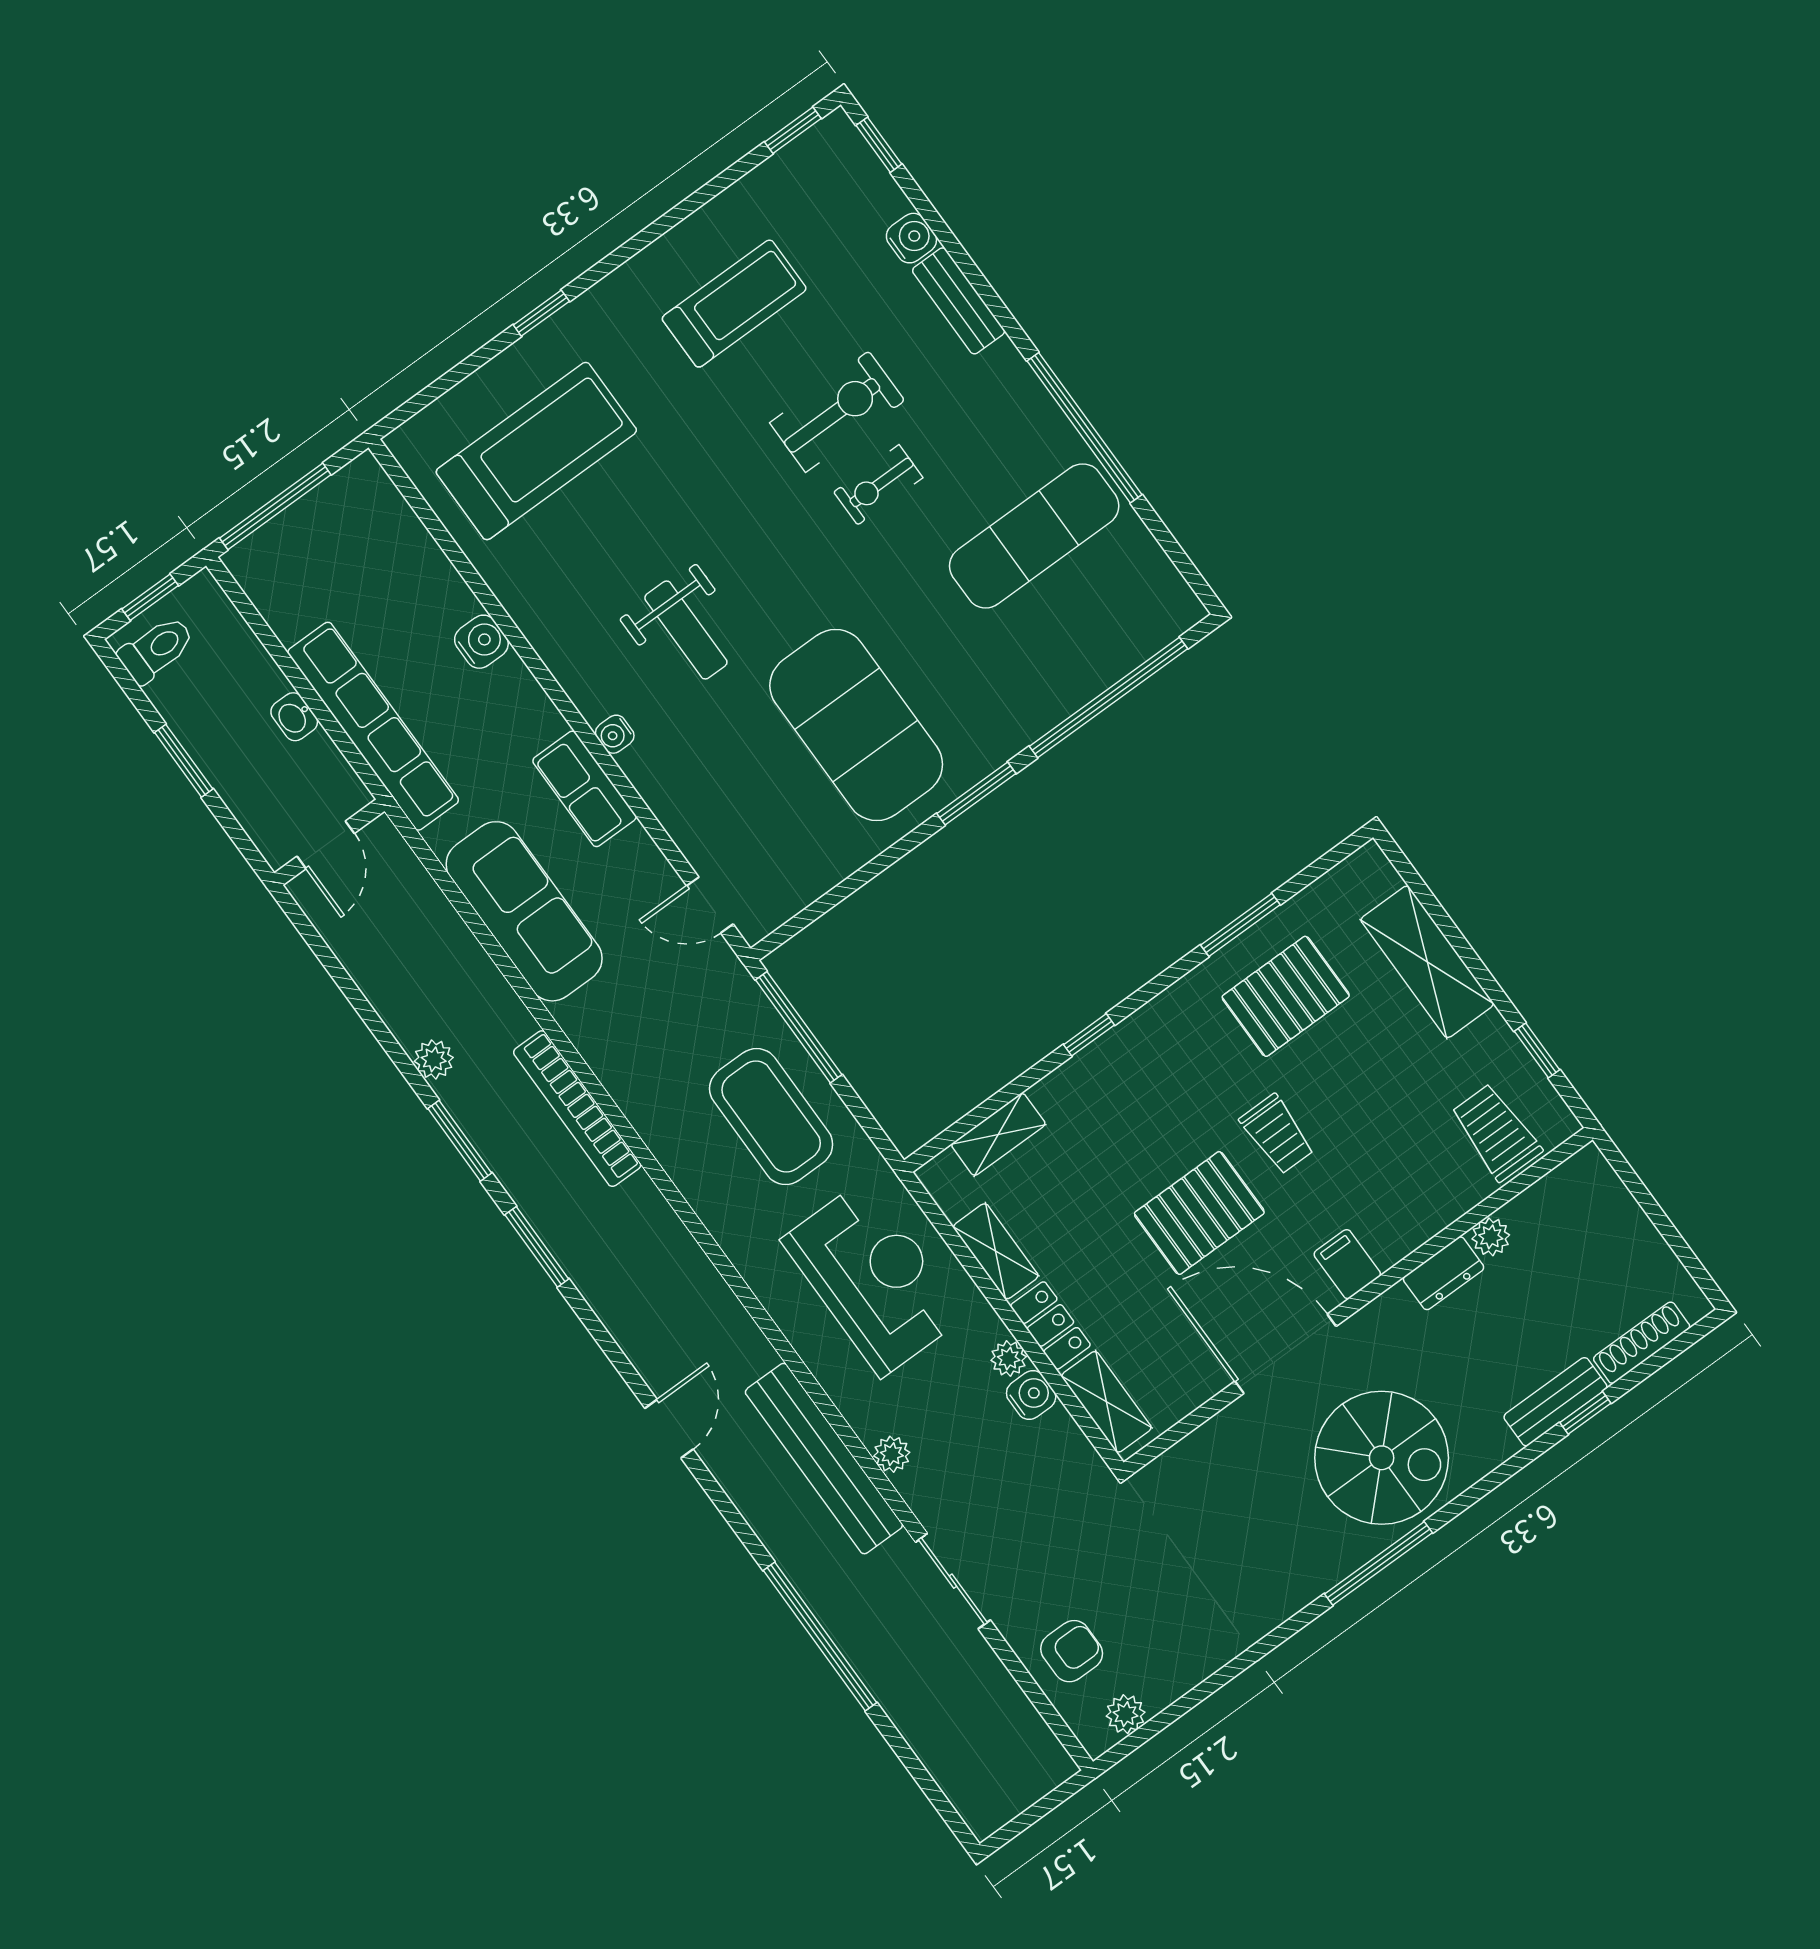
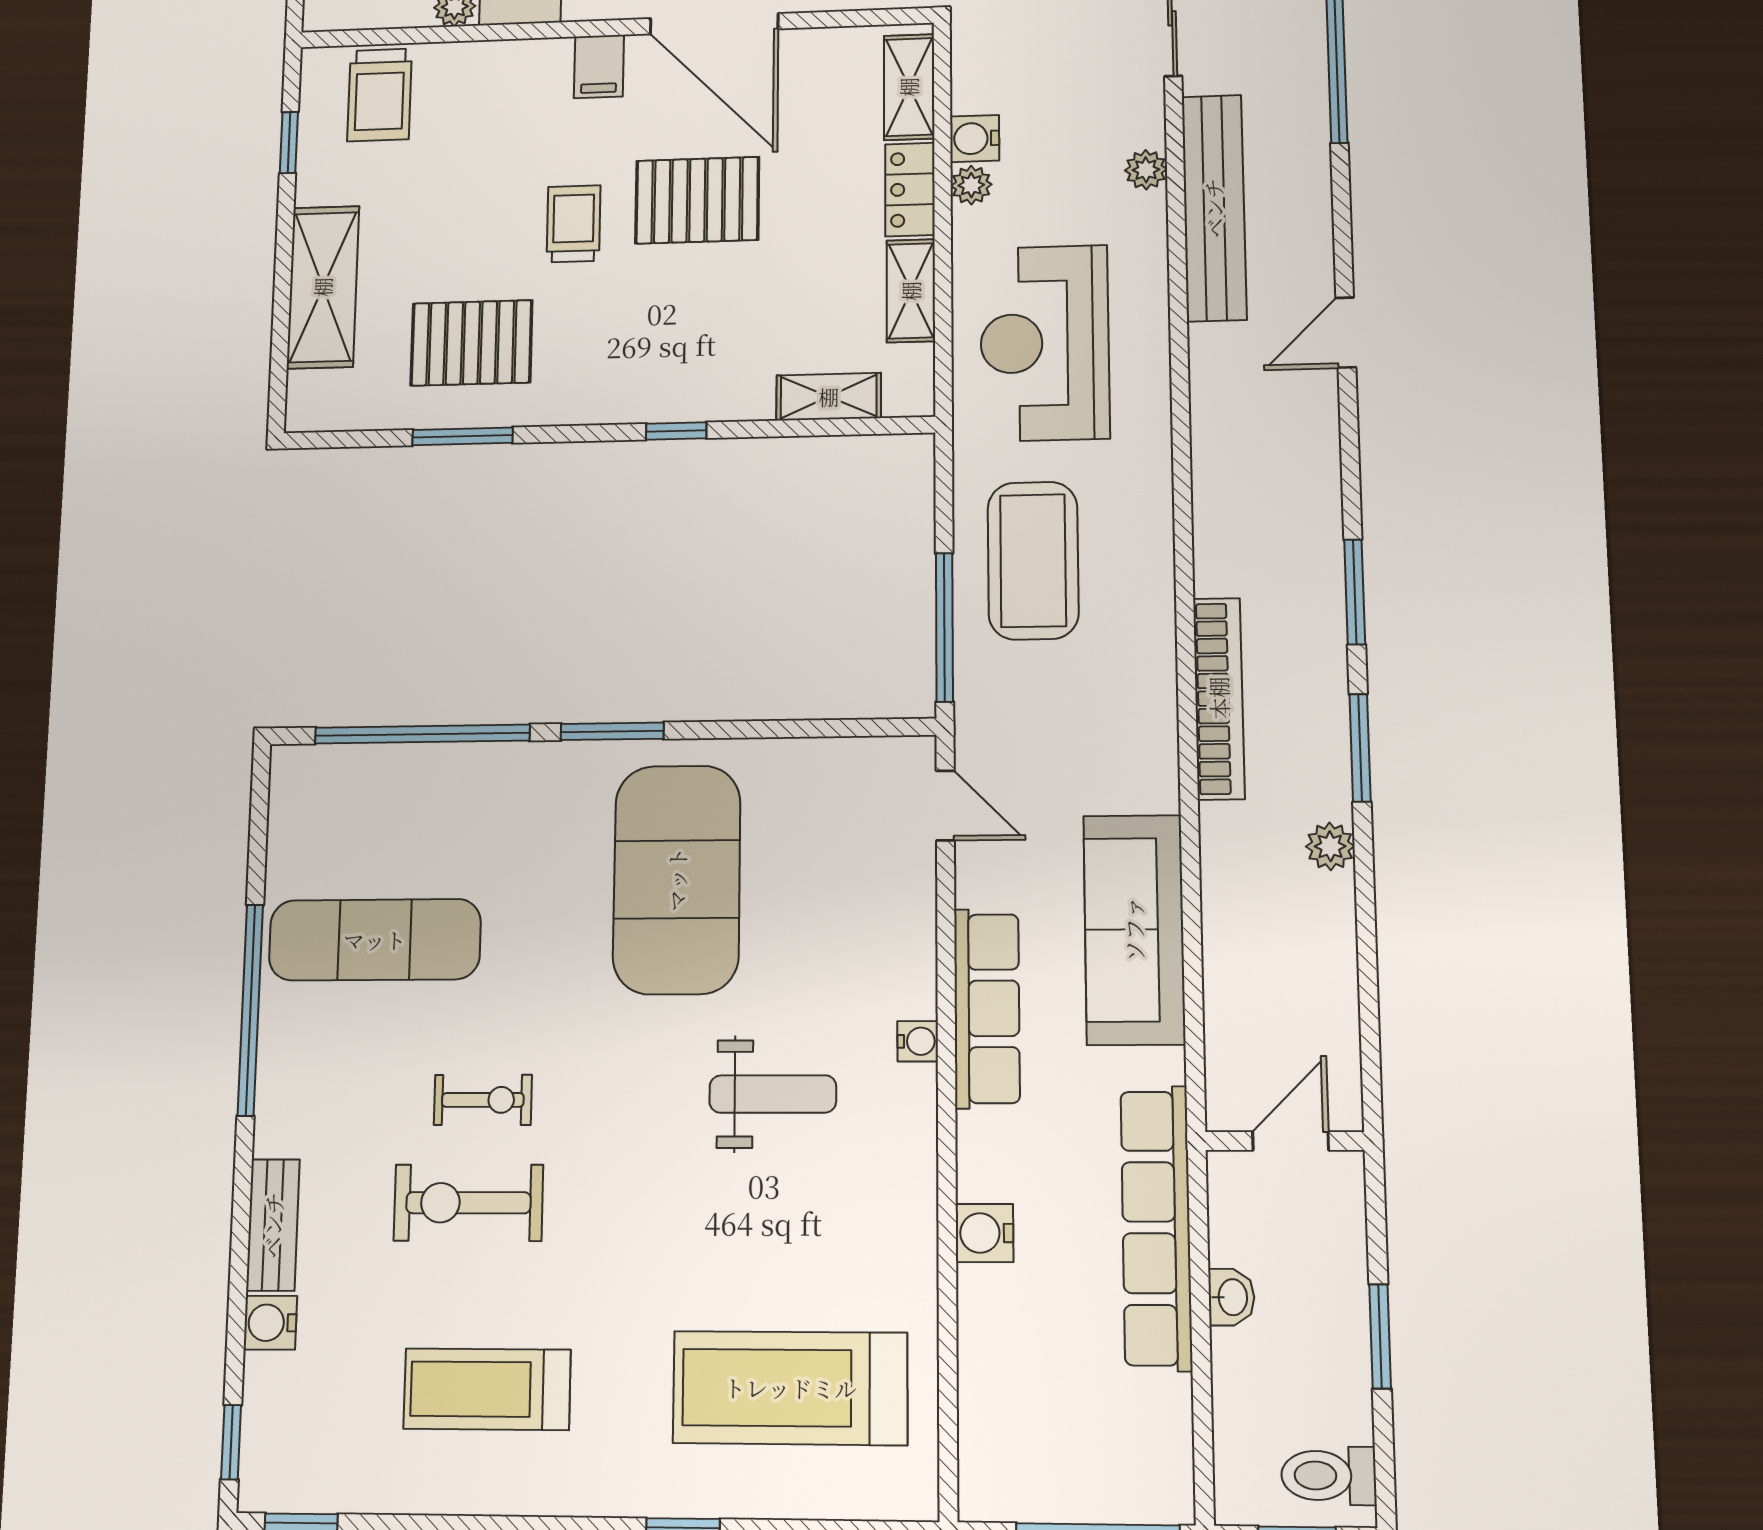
weight bench: (686, 630) -> (773, 1094), turned 90
row of seats: (584, 789) -> (987, 1008), width x1.48

